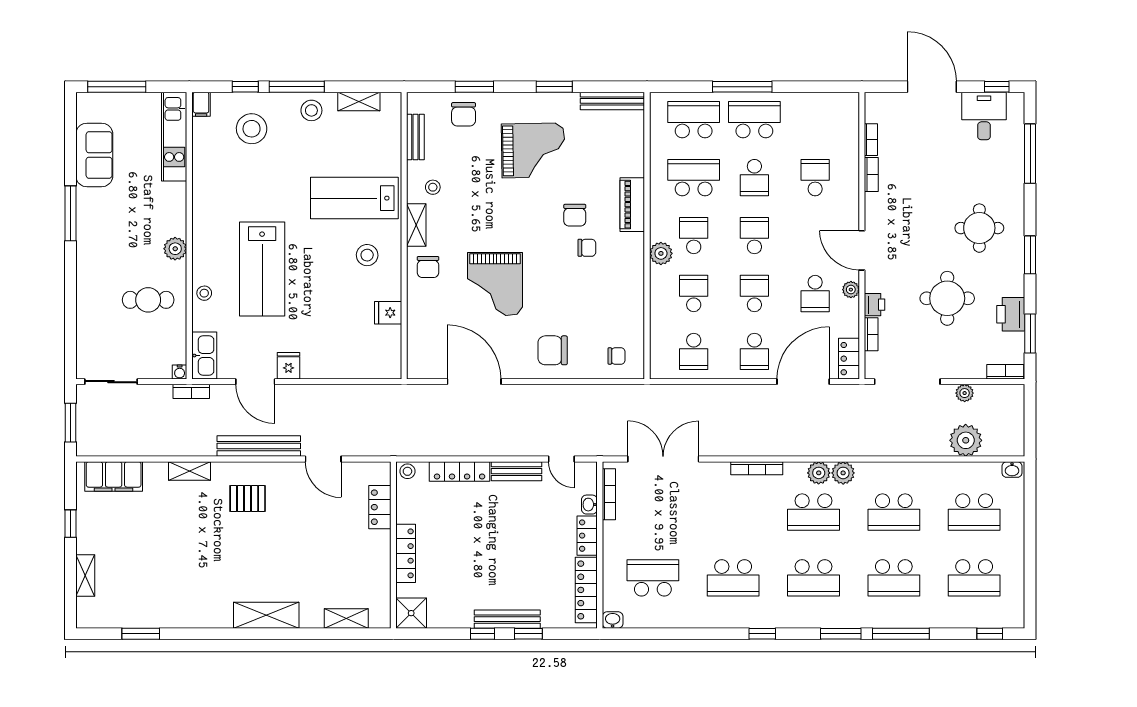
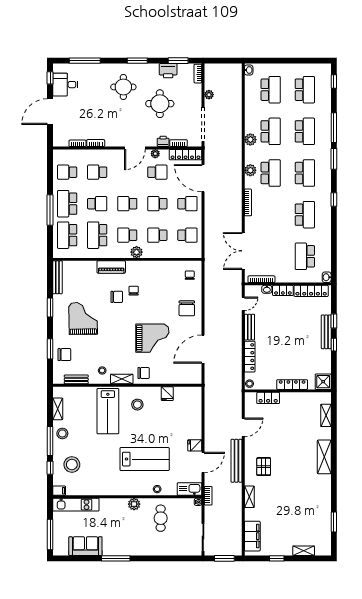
school desk: (815, 120) -> (67, 172), added
locker: (849, 359) -> (186, 155), width x1.53
plant: (966, 440) -> (233, 94), removed
plant: (843, 473) -> (250, 140), moved

